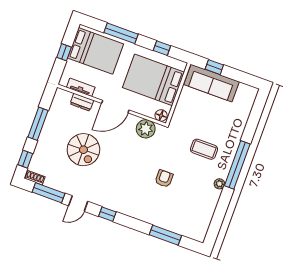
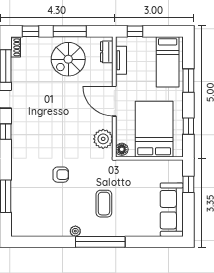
window: (121, 33) -> (188, 81), width x0.69
bed: (96, 51) -> (168, 62), width x0.67
window: (64, 52) -> (135, 31), moved
sofa: (212, 83) -> (172, 210), moved
dresser: (82, 102) -> (107, 52), moved
spiral stairs: (83, 150) -> (68, 59), moved

